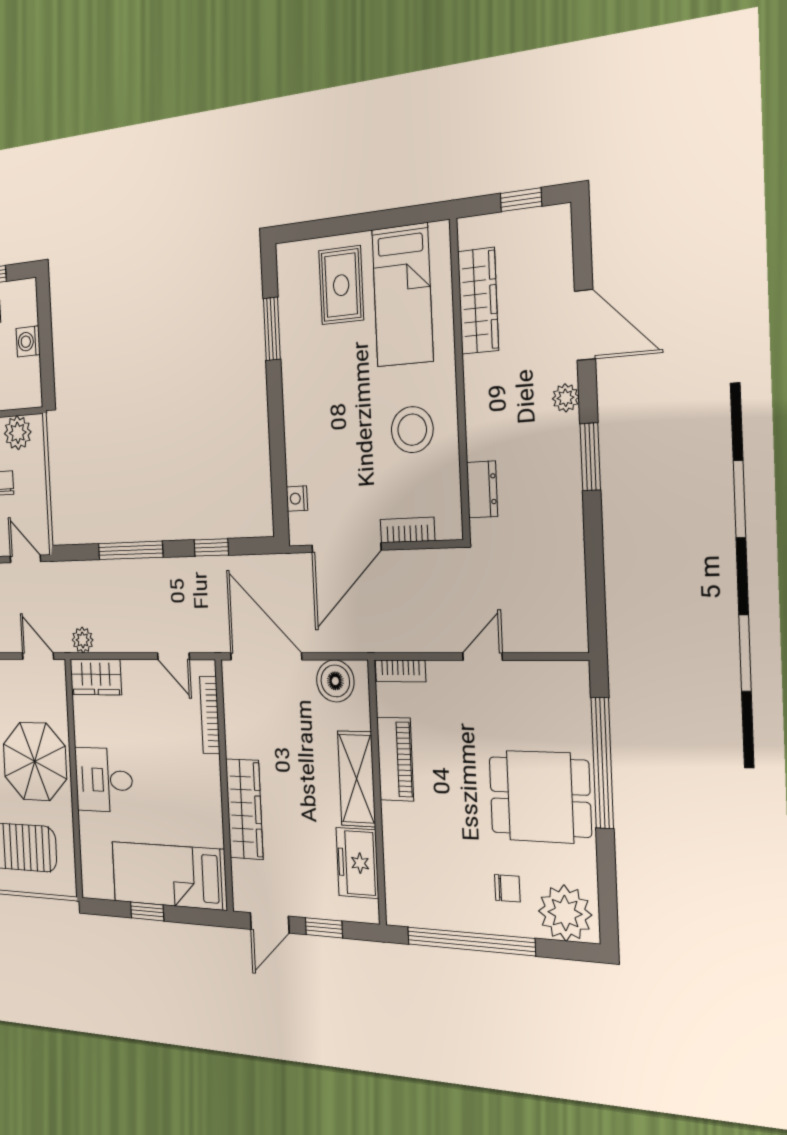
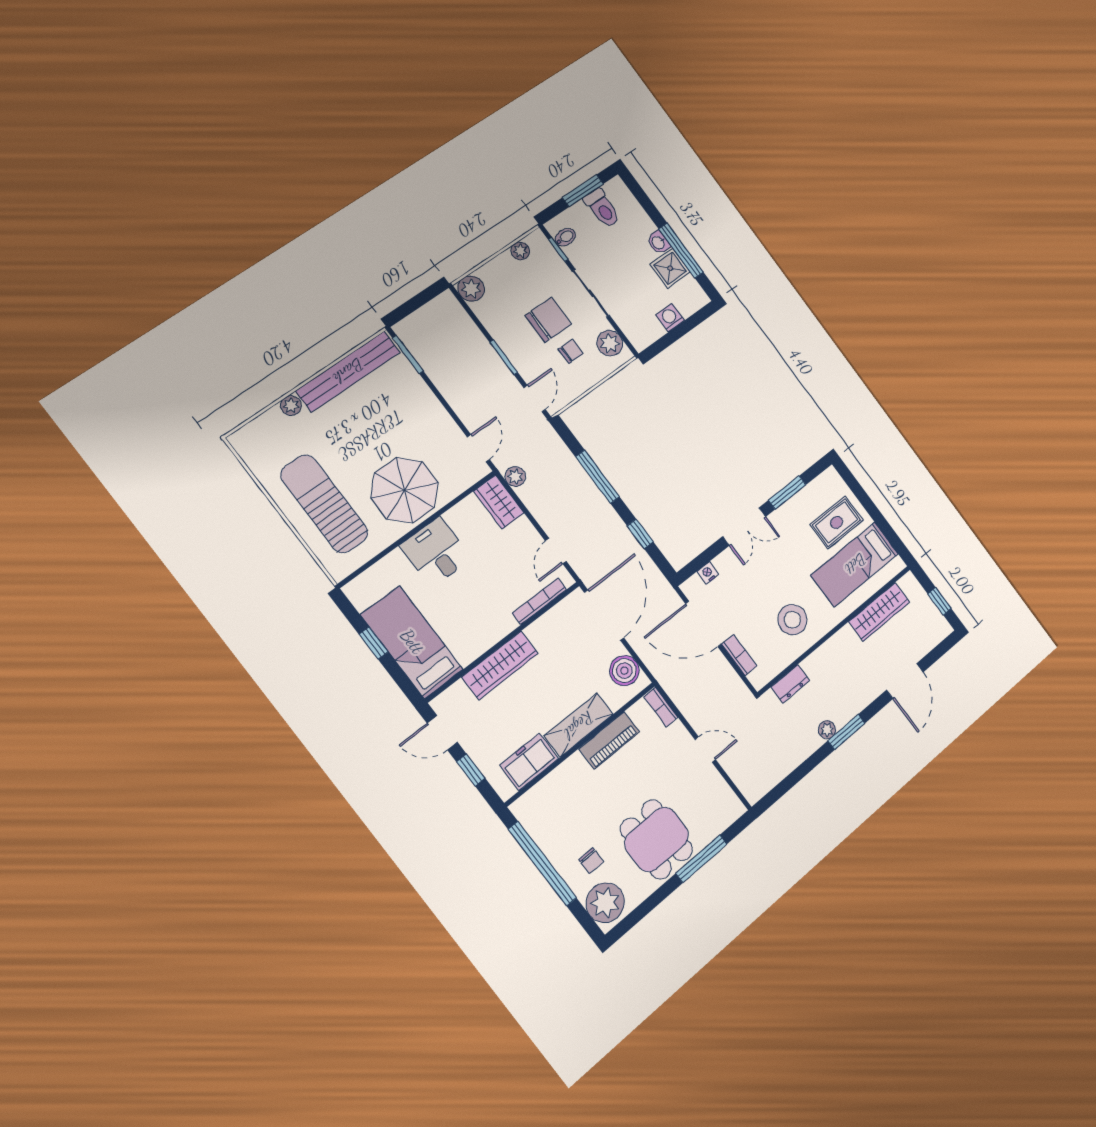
plant: (566, 398) -> (827, 730), moved
double door: (276, 414) -> (744, 527), added
window: (602, 763) -> (701, 859), width x0.68

